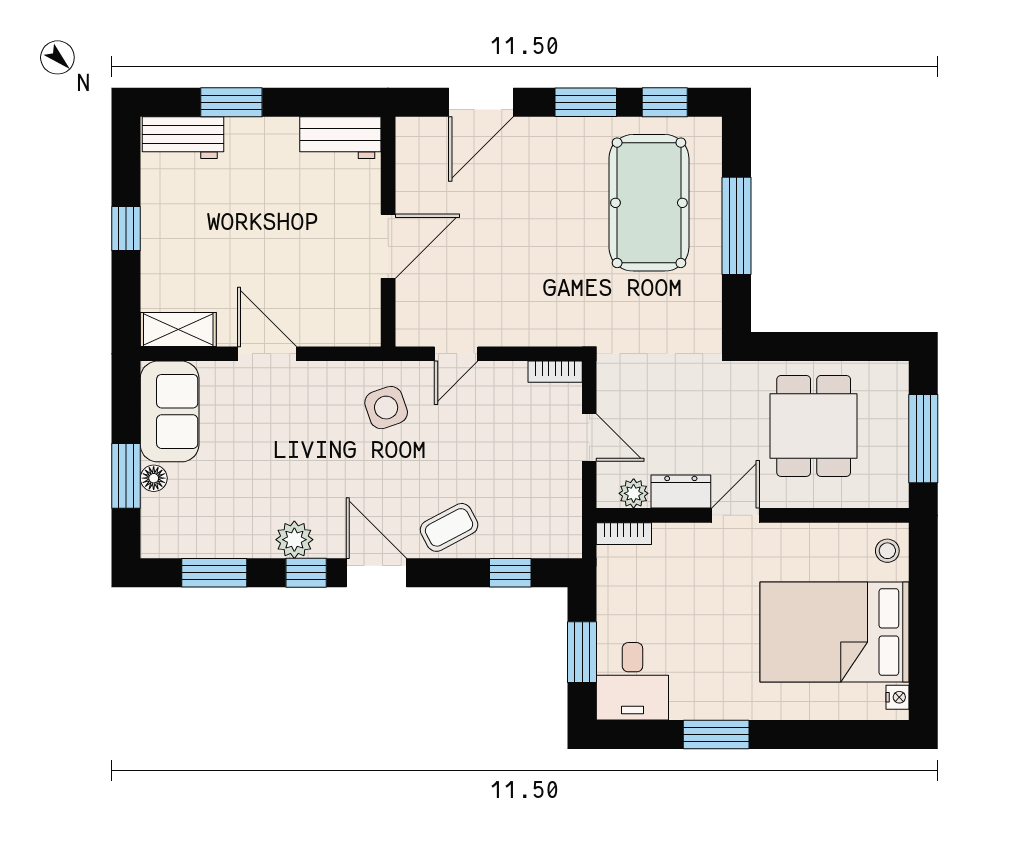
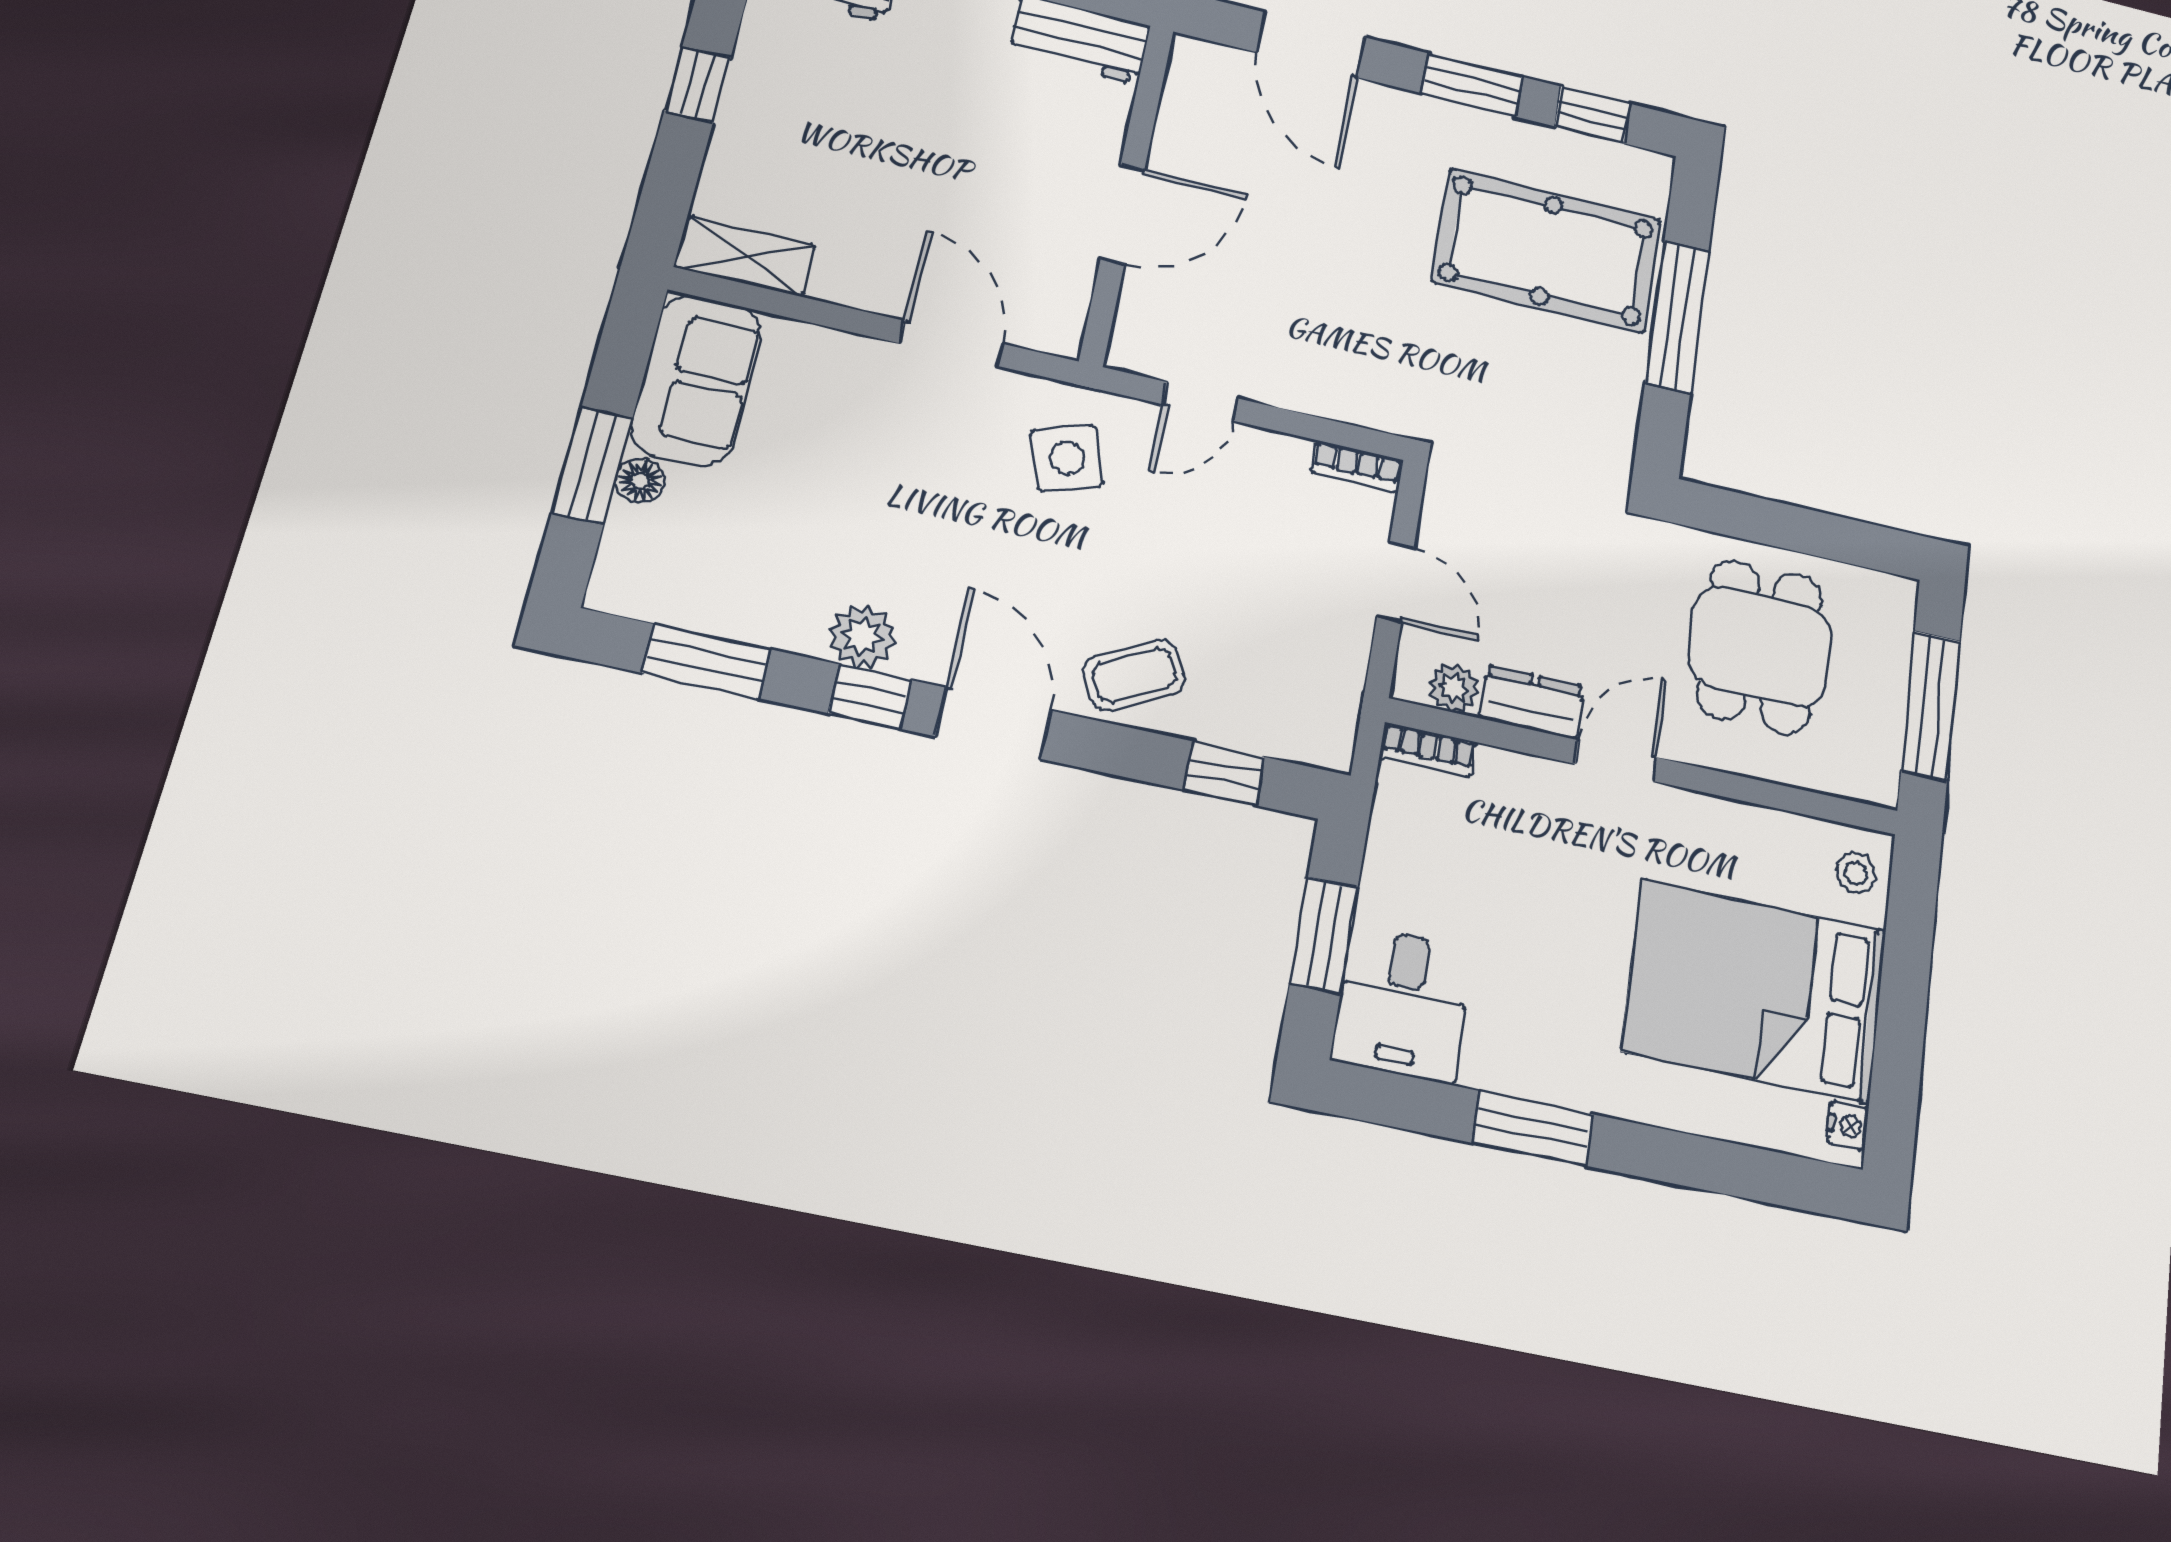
door: (481, 102) -> (1311, 45), hinge flipped
pool table: (649, 203) -> (1547, 250), turned 90
door: (267, 354) -> (951, 344), moved

